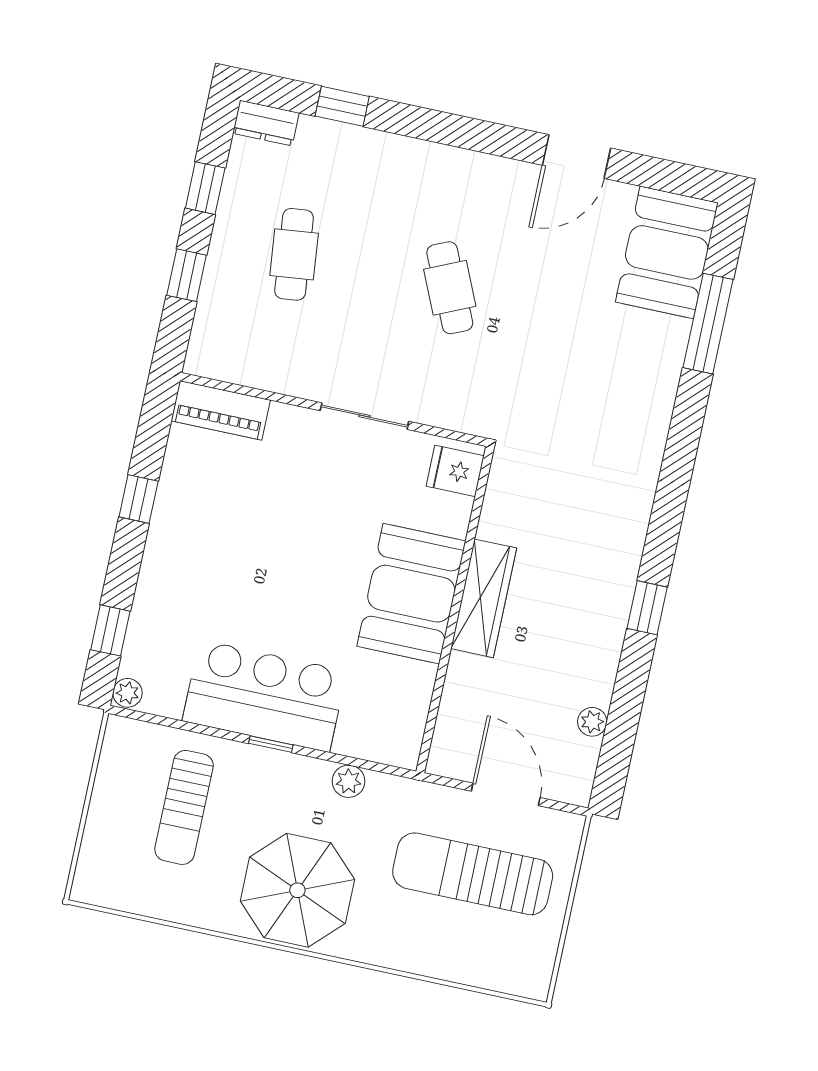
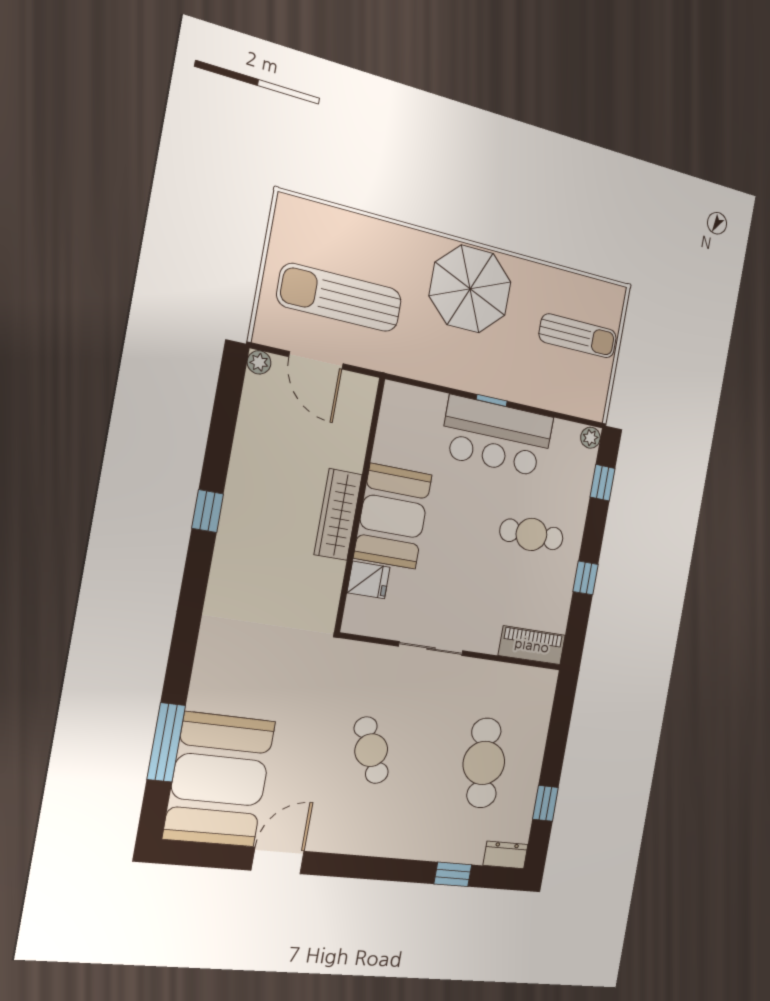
booth: (667, 252) -> (219, 780), width x1.36, depth x1.42
cafe table: (294, 254) -> (484, 763), width x1.37, depth x1.35
window: (187, 275) -> (557, 740), removed
fridge: (455, 471) -> (369, 580), moved
cafe table: (218, 563) -> (531, 534), added
plant: (592, 722) -> (259, 362), moved
plant: (349, 781) -> (435, 372), removed
sun lounger: (184, 807) -> (578, 336), moved, turned 90
sun lounger: (473, 874) -> (340, 298), turned 180

